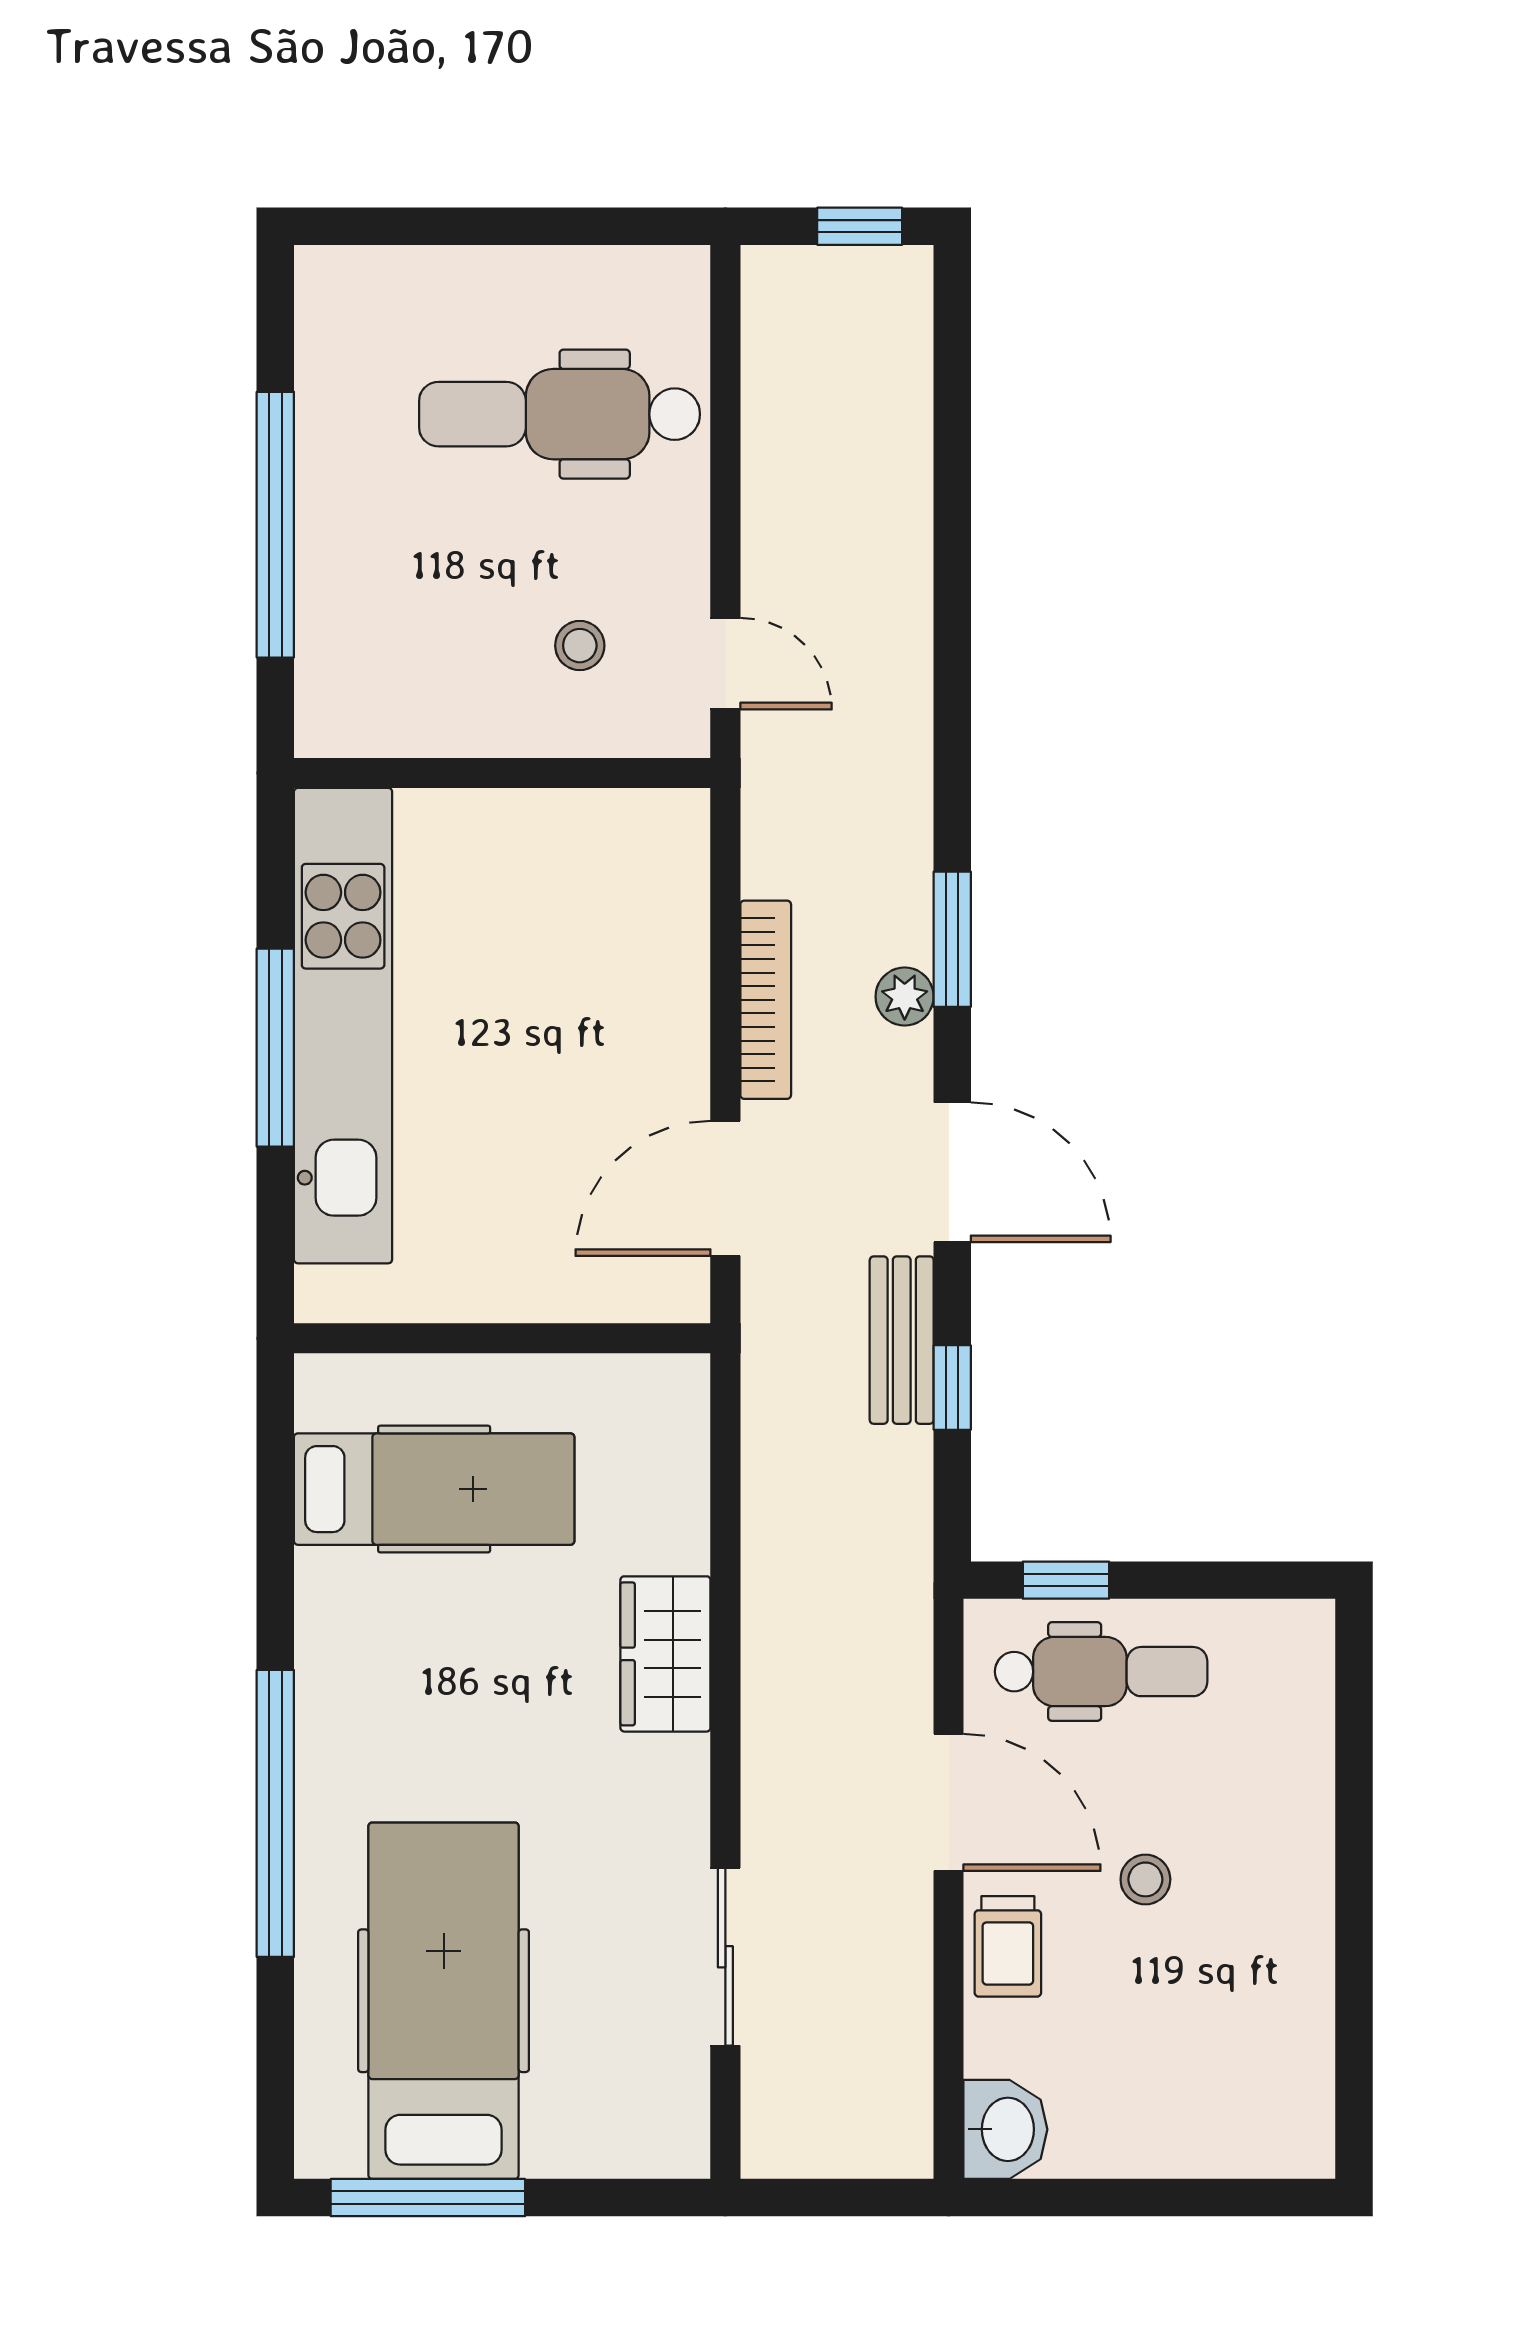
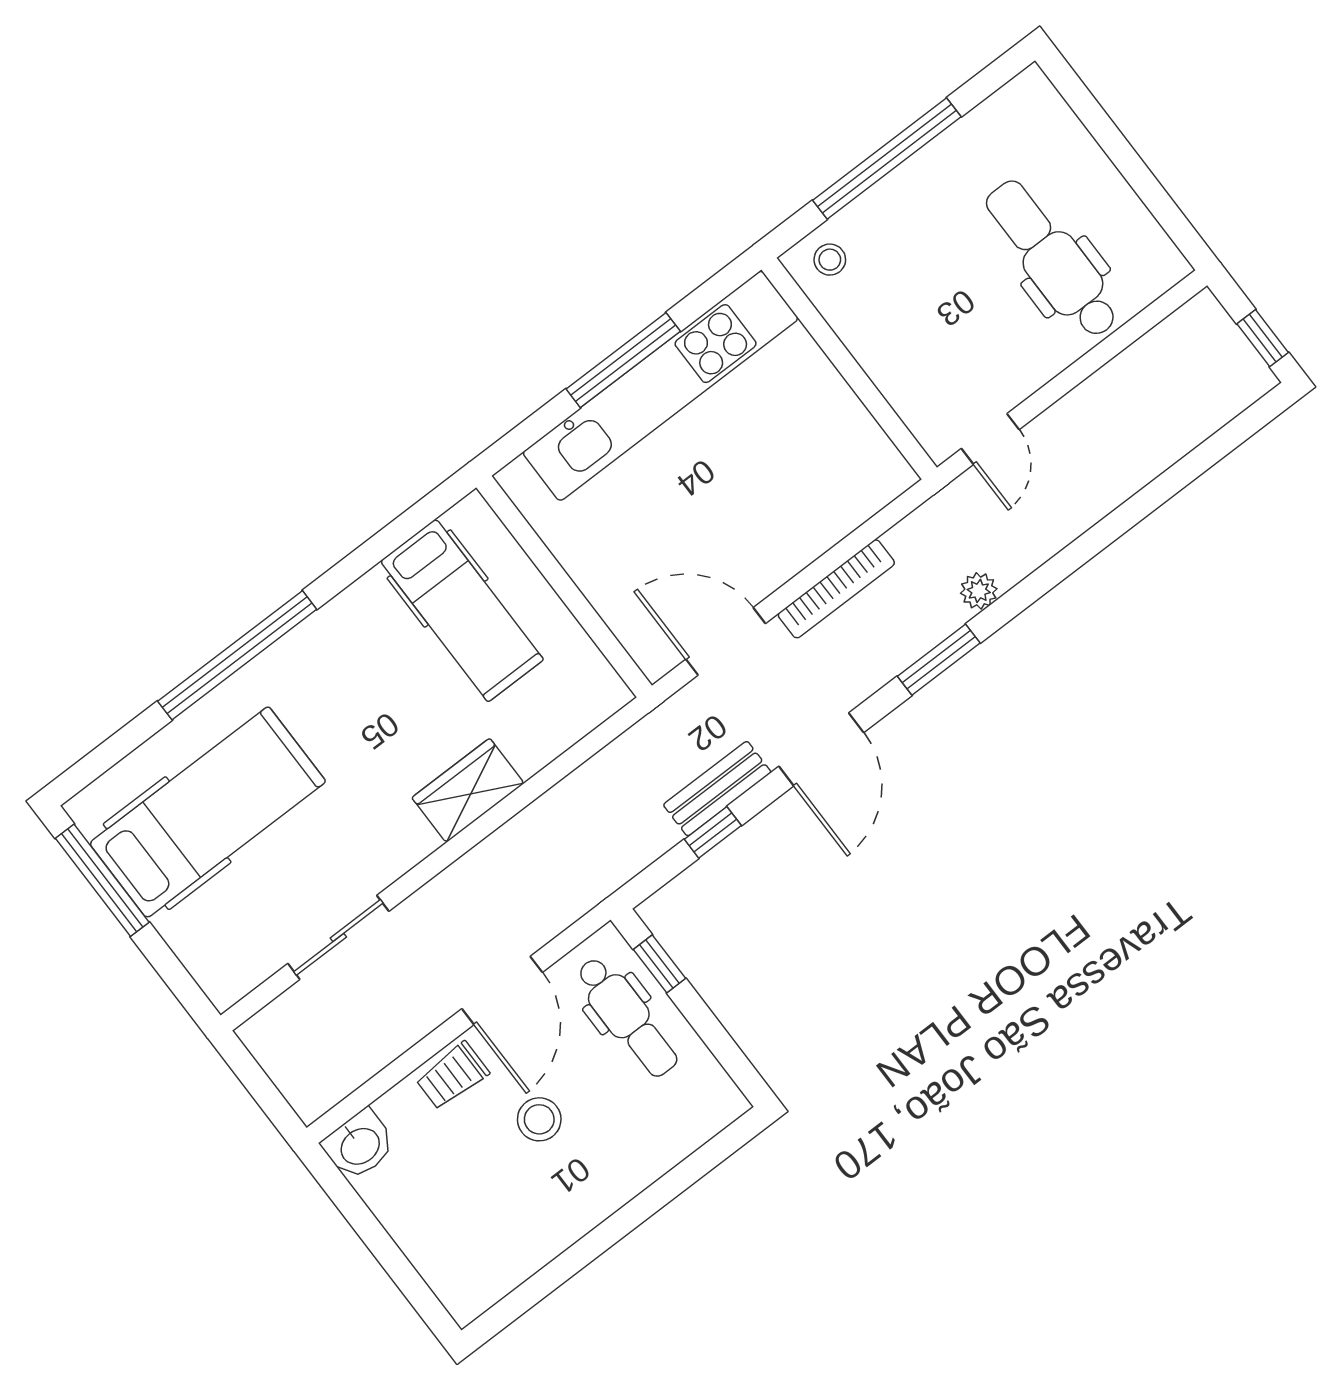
stool: (580, 646) -> (830, 260), moved
plant: (905, 997) -> (979, 591), moved
stool: (1145, 1879) -> (539, 1119), width x1.37, depth x1.37

